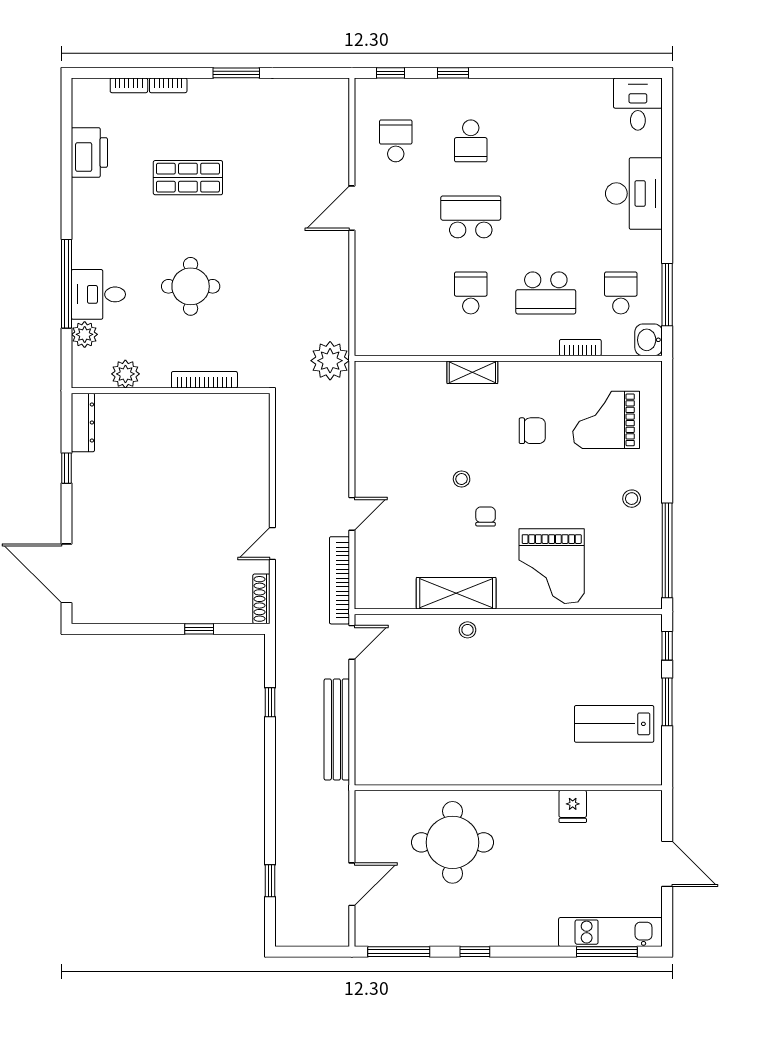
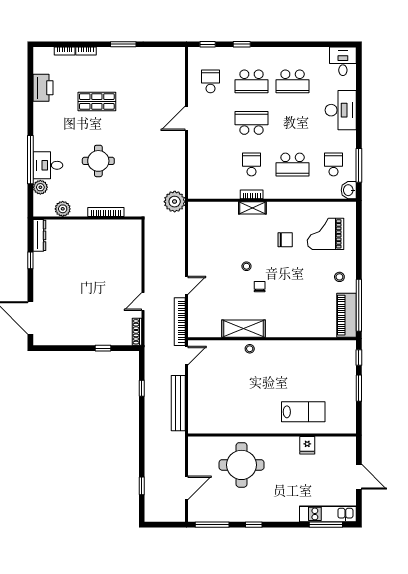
school desk: (471, 141) -> (252, 81), width x1.85
school desk: (546, 141) -> (293, 81), added
bookcase: (580, 348) -> (252, 194), moved
grand piano: (552, 566) -> (296, 314), removed
piano: (645, 569) -> (347, 315), added
lab bench: (614, 724) -> (303, 412), moved, turned 180

